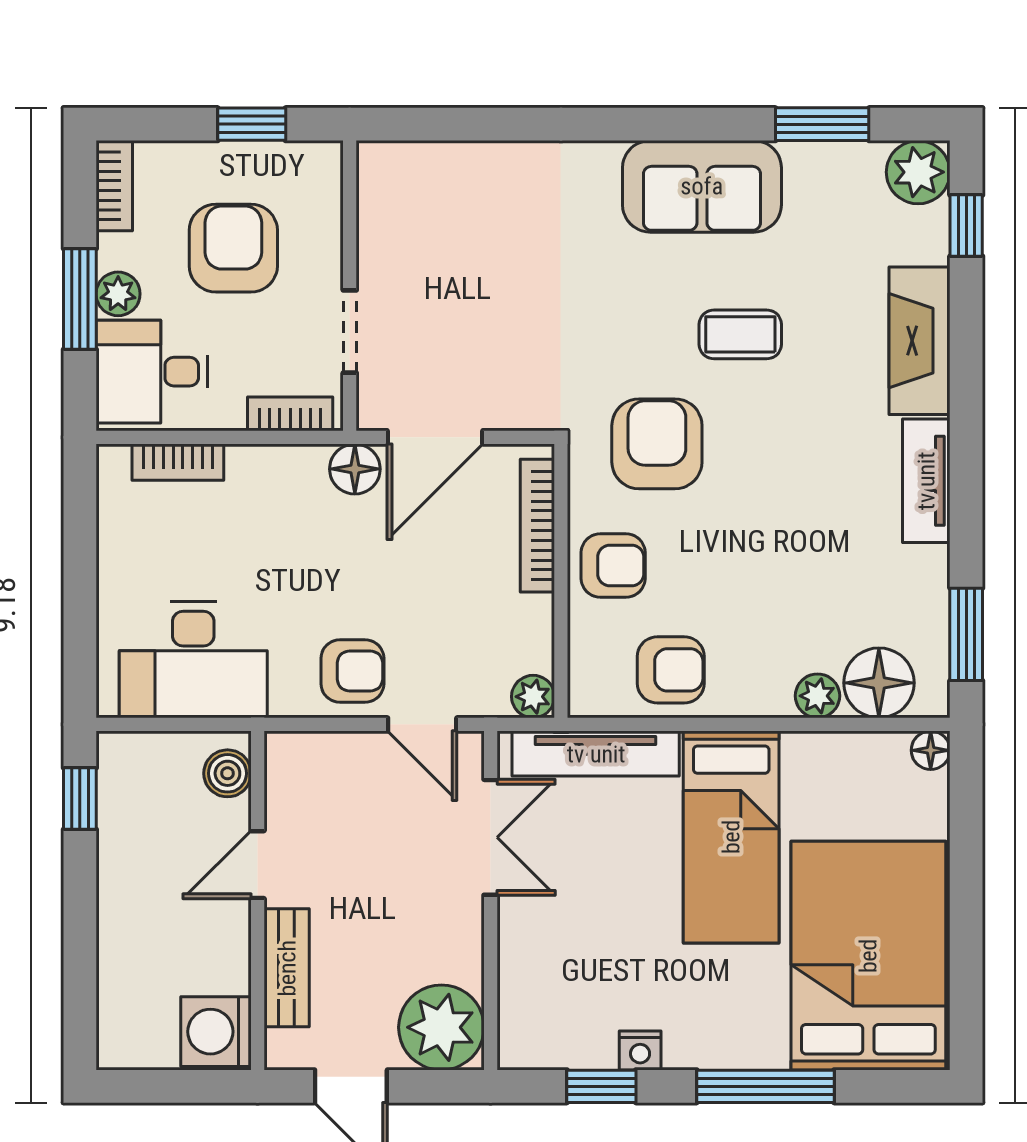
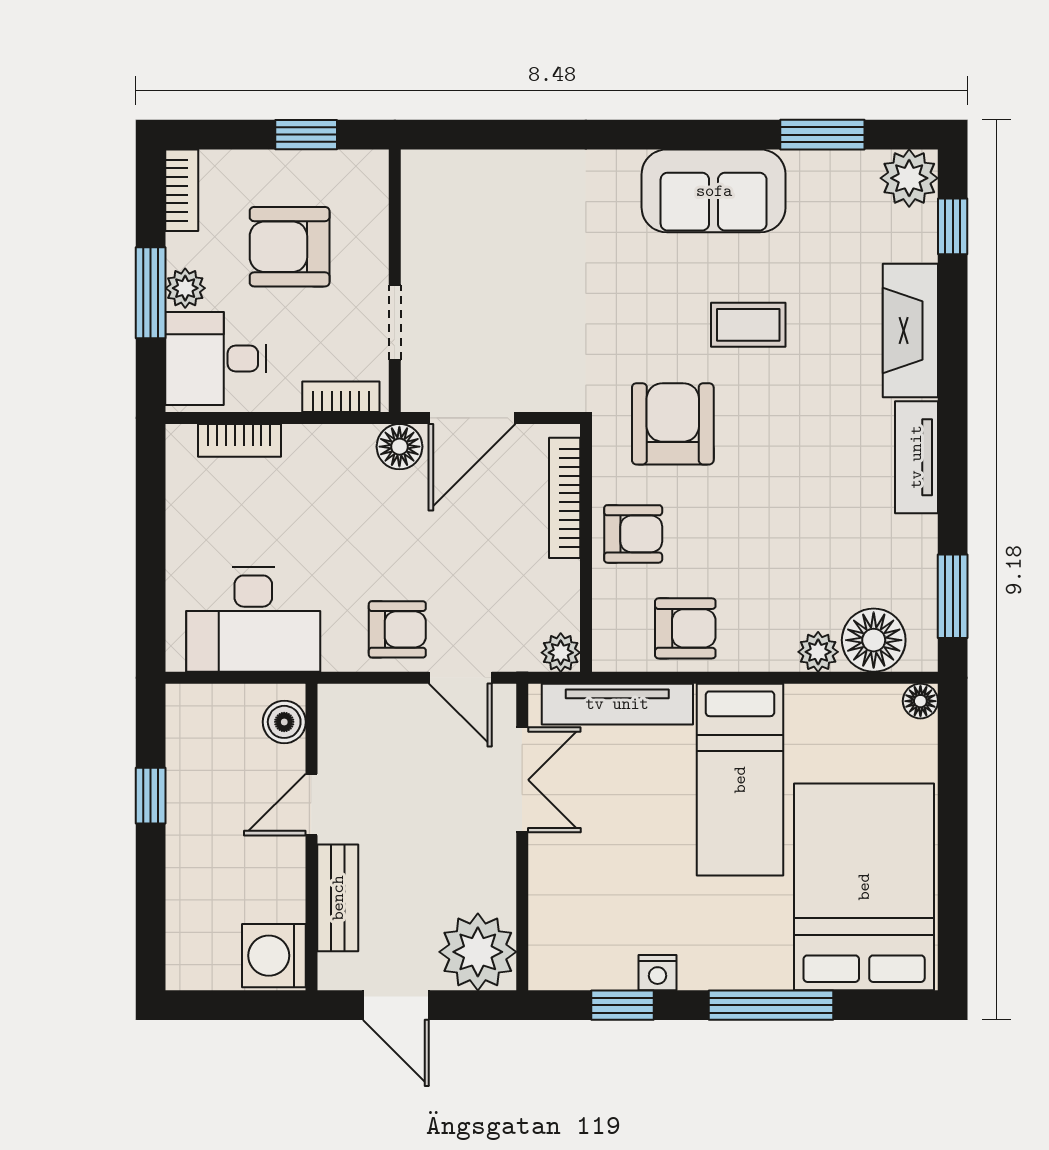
armchair: (233, 248) -> (290, 247), turned -90
window: (80, 799) -> (151, 796), moved

